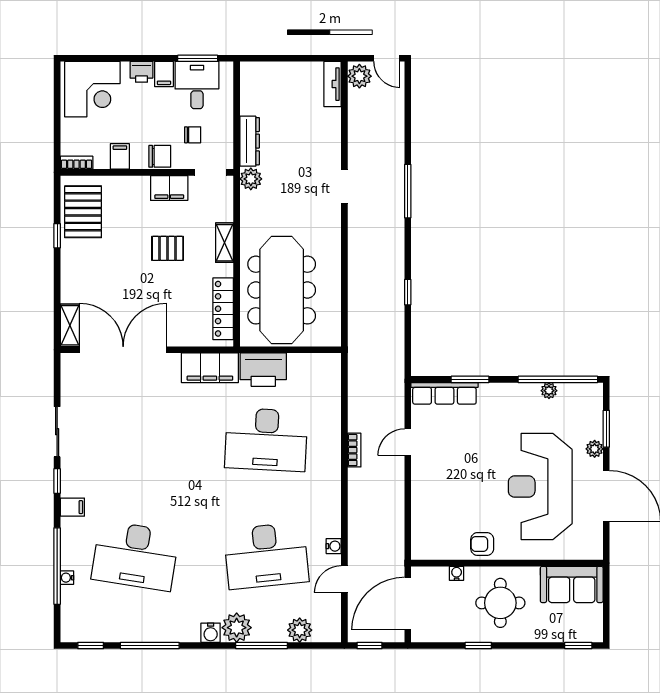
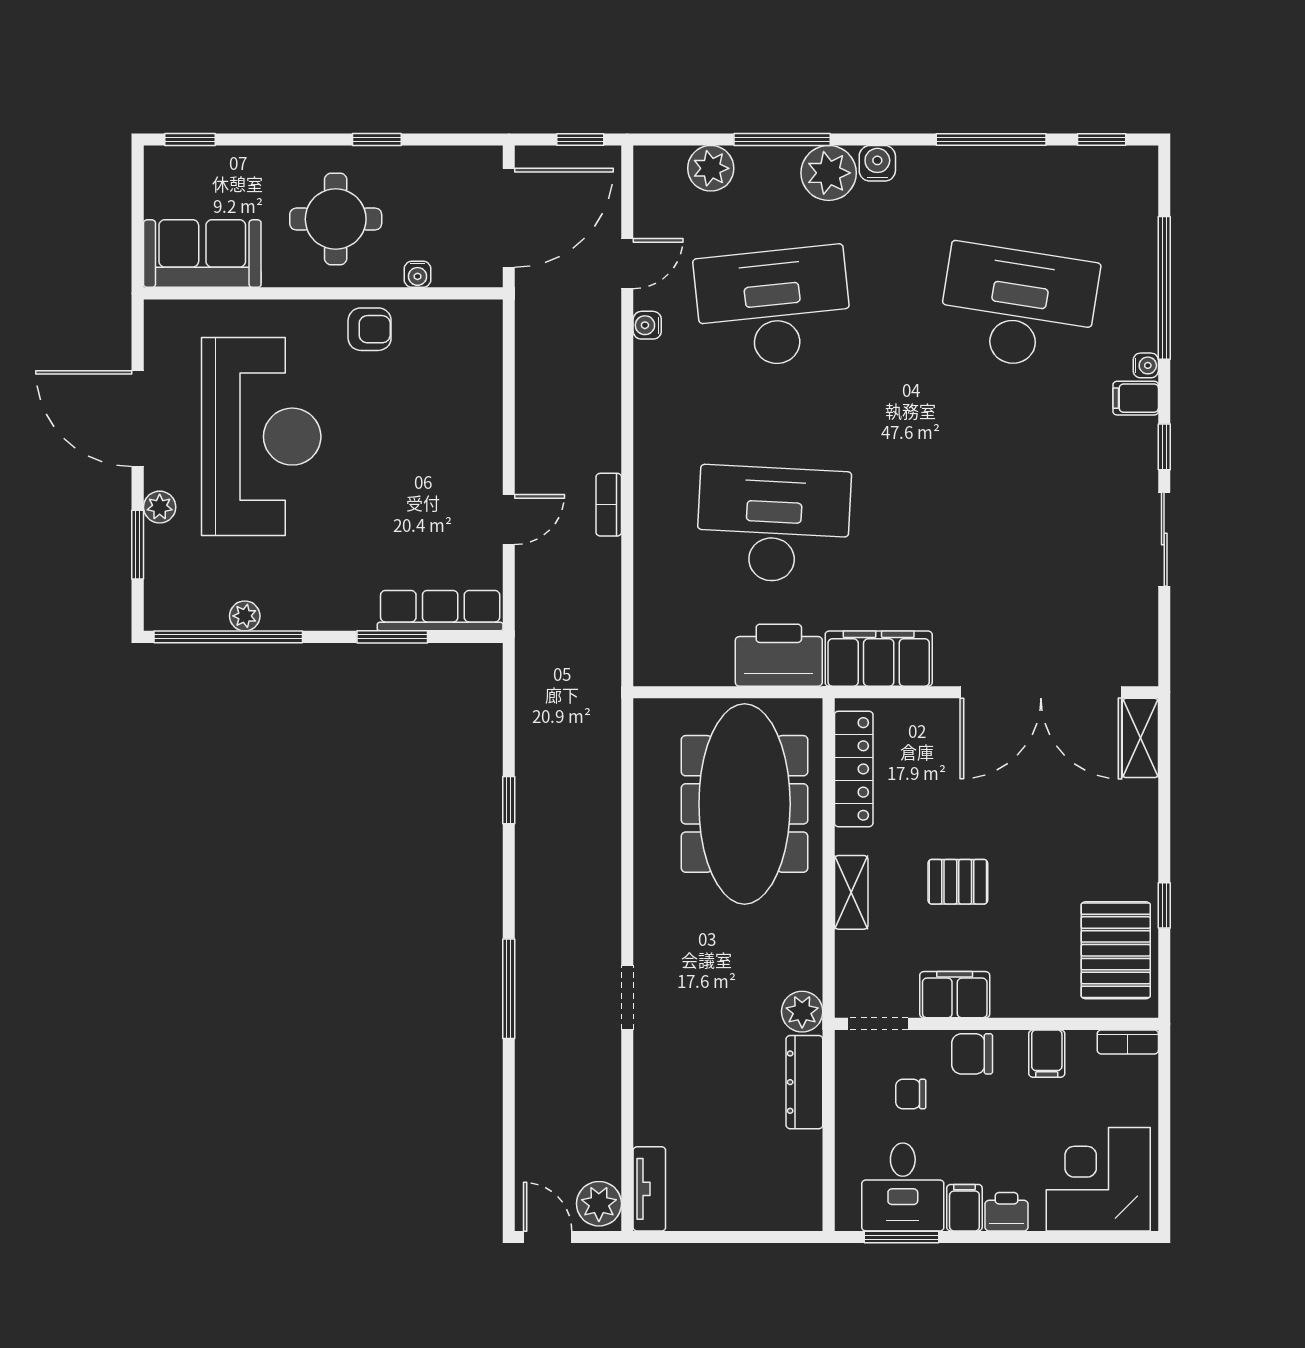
water cooler: (67, 578) -> (1146, 365), moved

